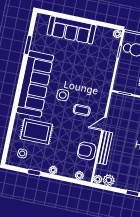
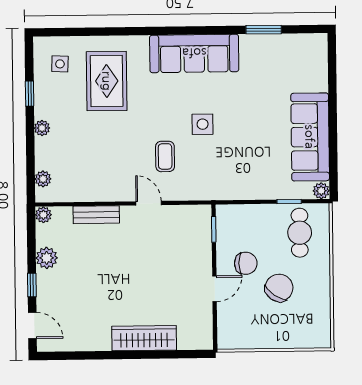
sofa: (72, 30) -> (310, 137), moved
sofa: (35, 84) -> (194, 53), width x0.74, depth x0.79
side table: (63, 95) -> (203, 124), moved
bench: (105, 148) -> (96, 215), width x0.73
armchair: (87, 151) -> (91, 182), removed
plant: (109, 180) -> (47, 258), moved

